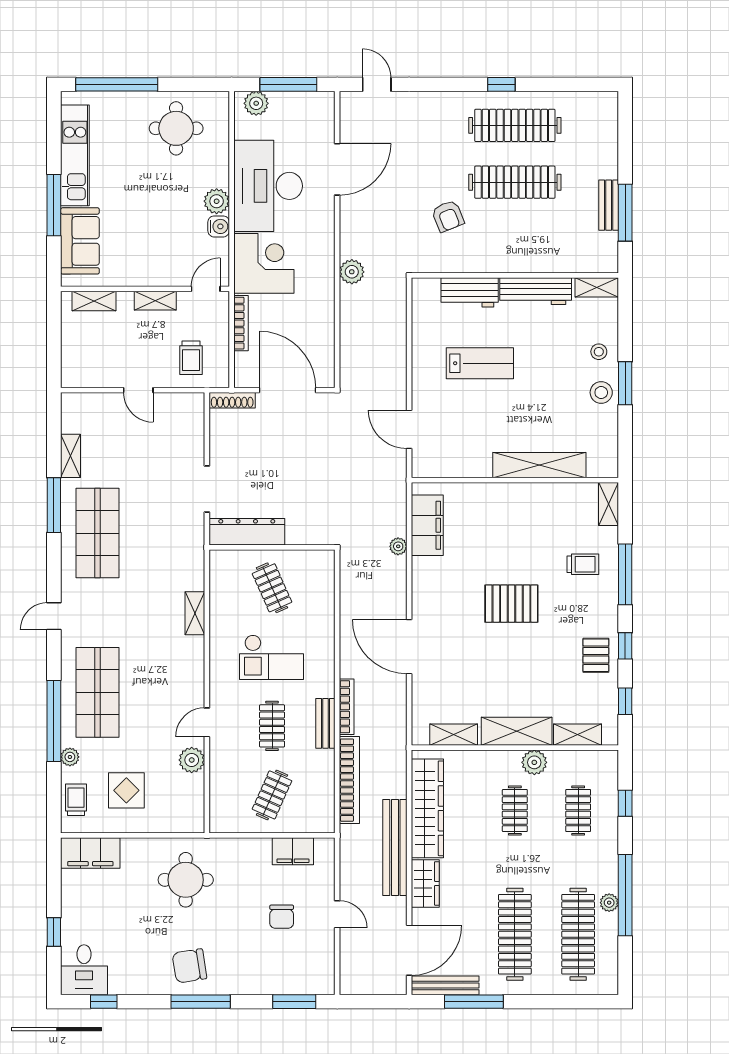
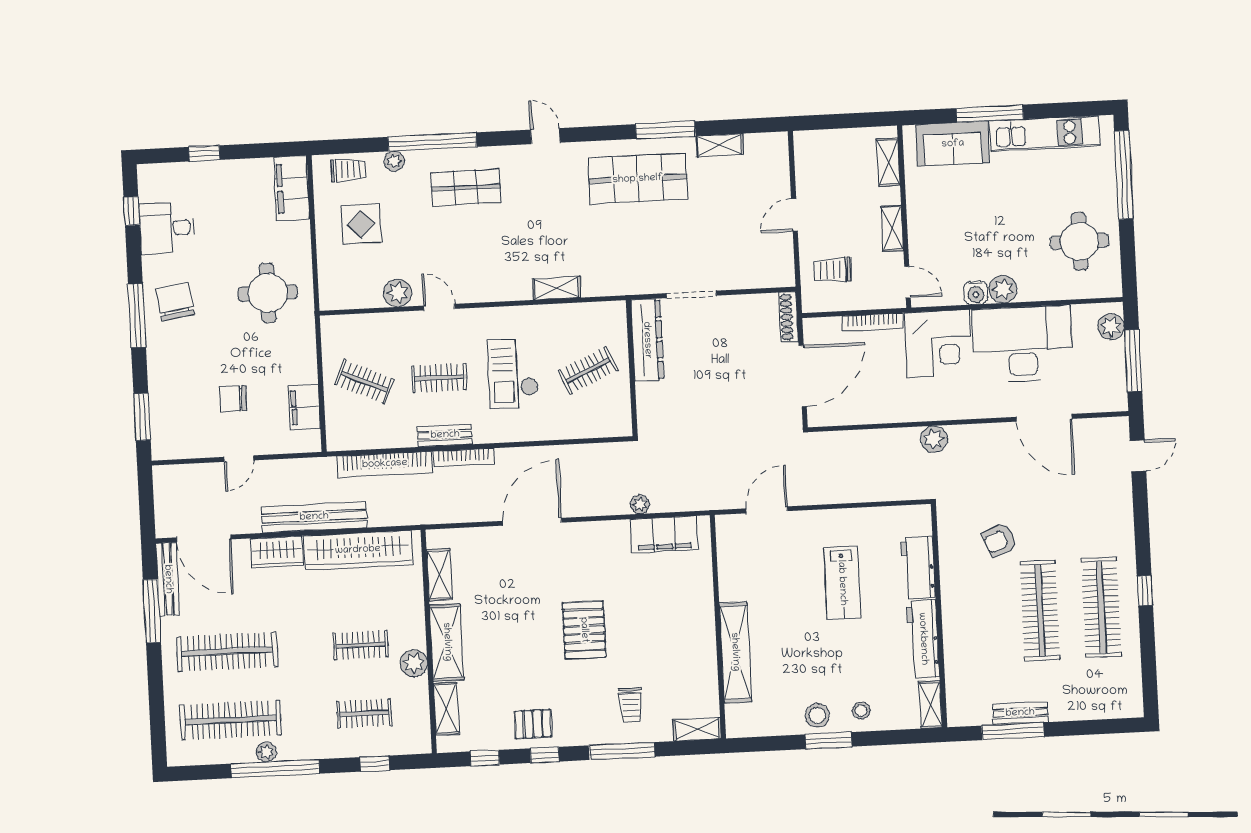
shop shelf: (98, 692) -> (466, 187), width x0.70, depth x0.74
desk: (84, 970) -> (167, 228), moved

